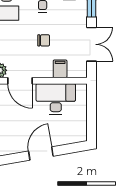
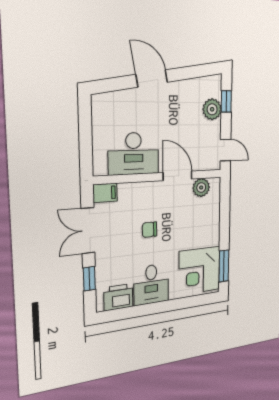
filing cabinet: (60, 69) -> (105, 193), moved, turned -90
door: (41, 154) -> (152, 78), swing flipped

